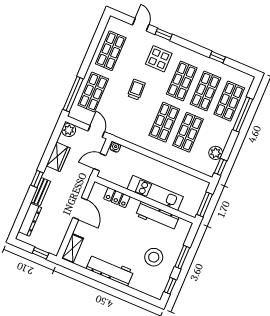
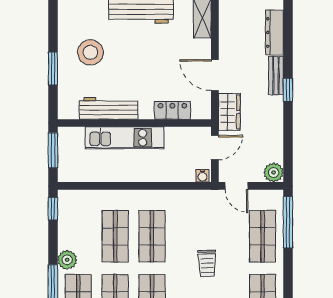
plant: (216, 153) -> (67, 260), moved
wardrobe: (58, 157) -> (229, 112), moved, turned 180
window: (170, 286) -> (53, 24), removed

